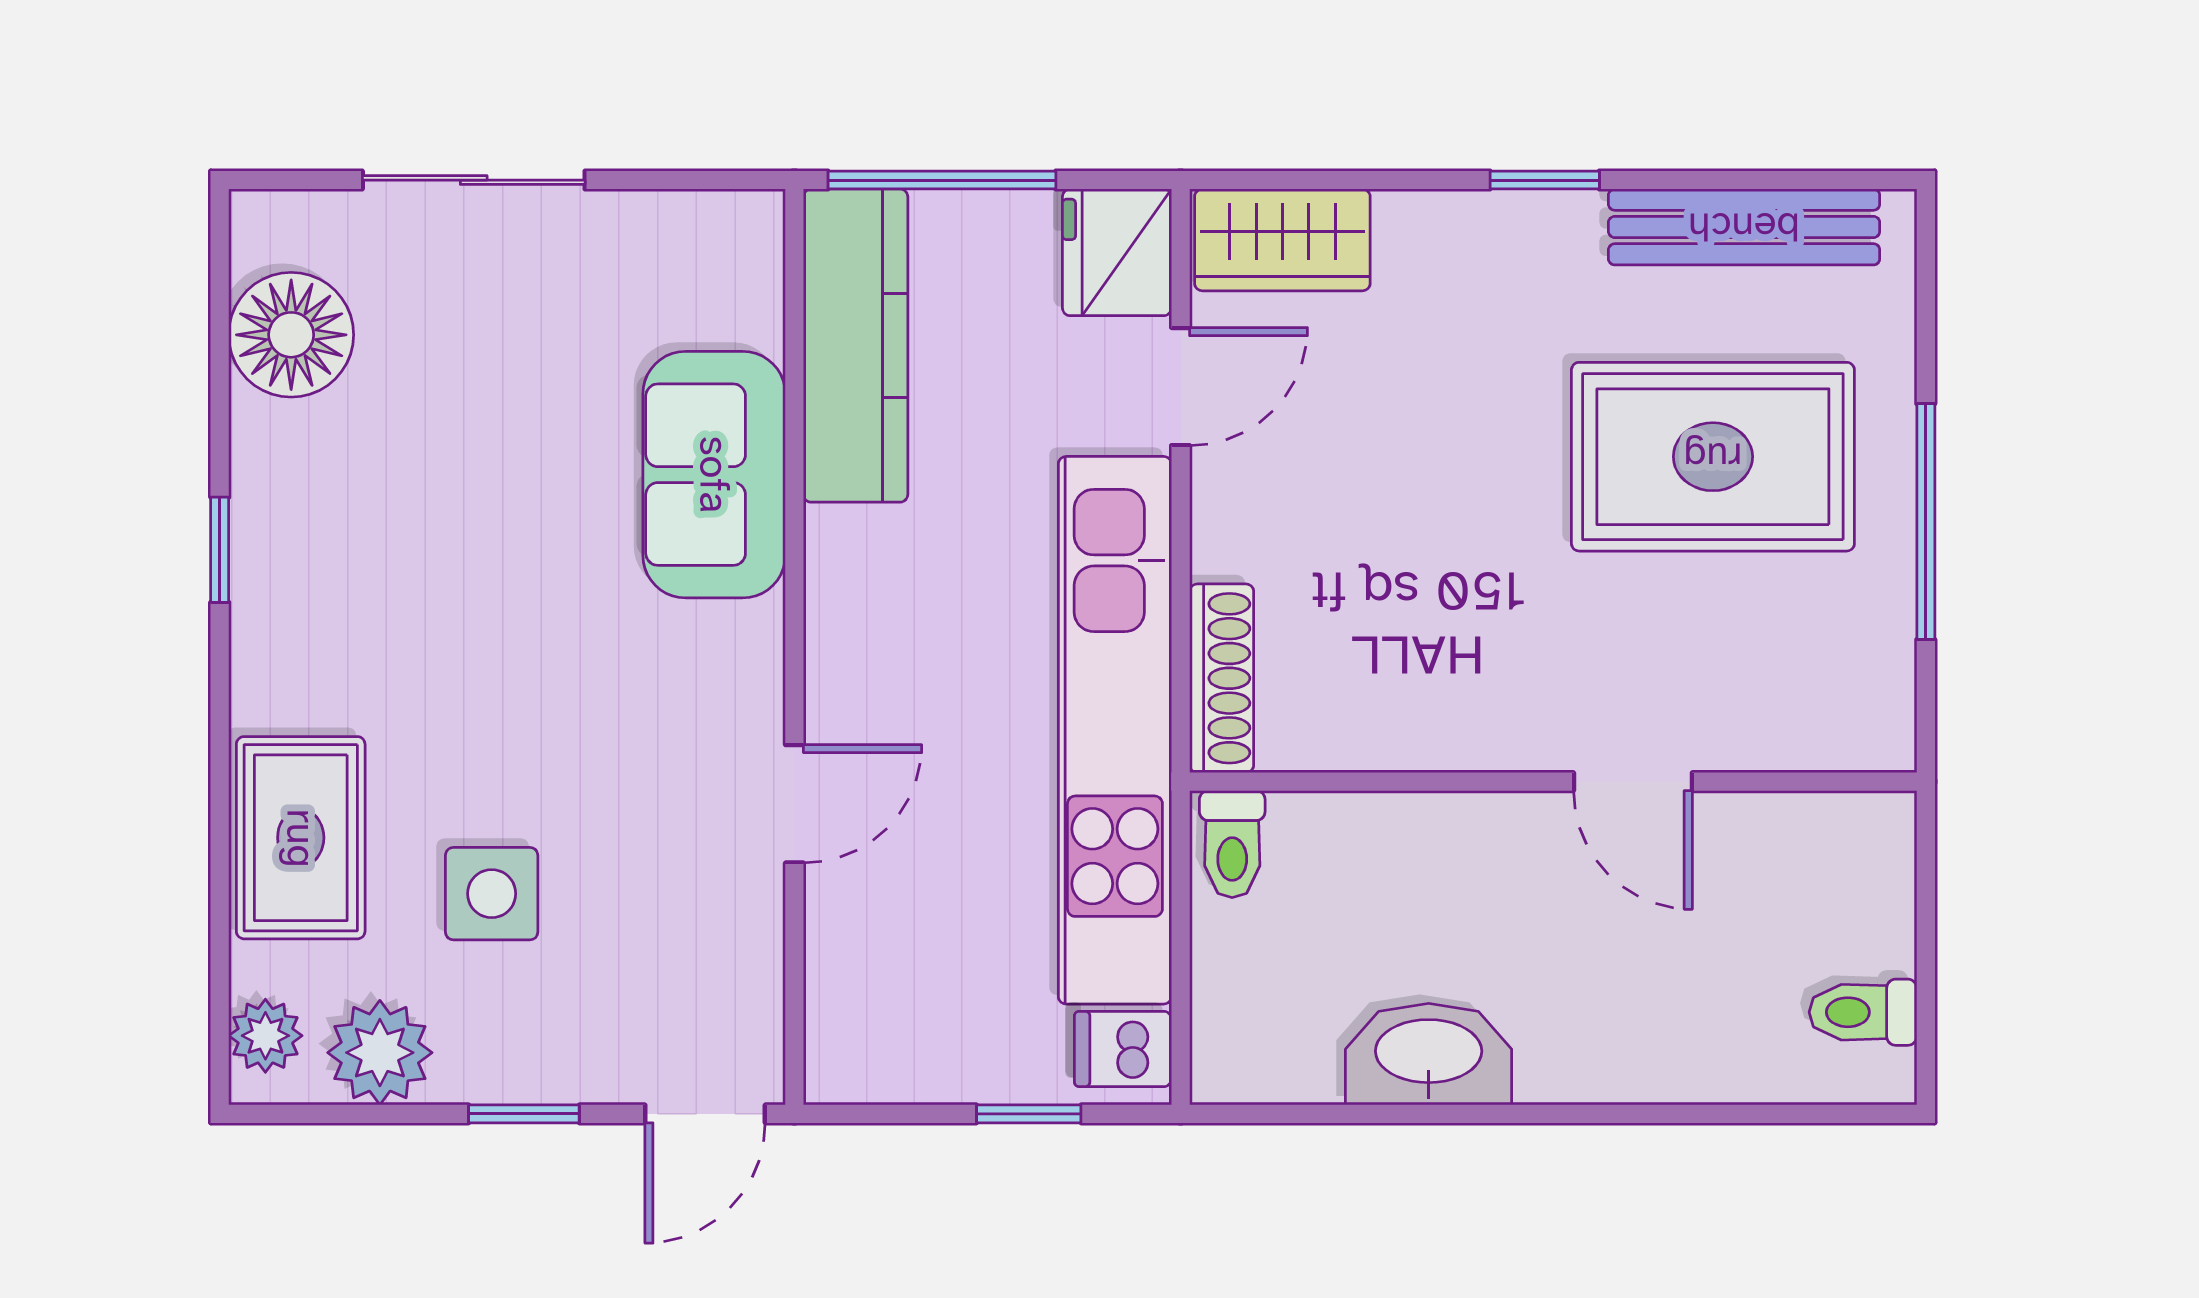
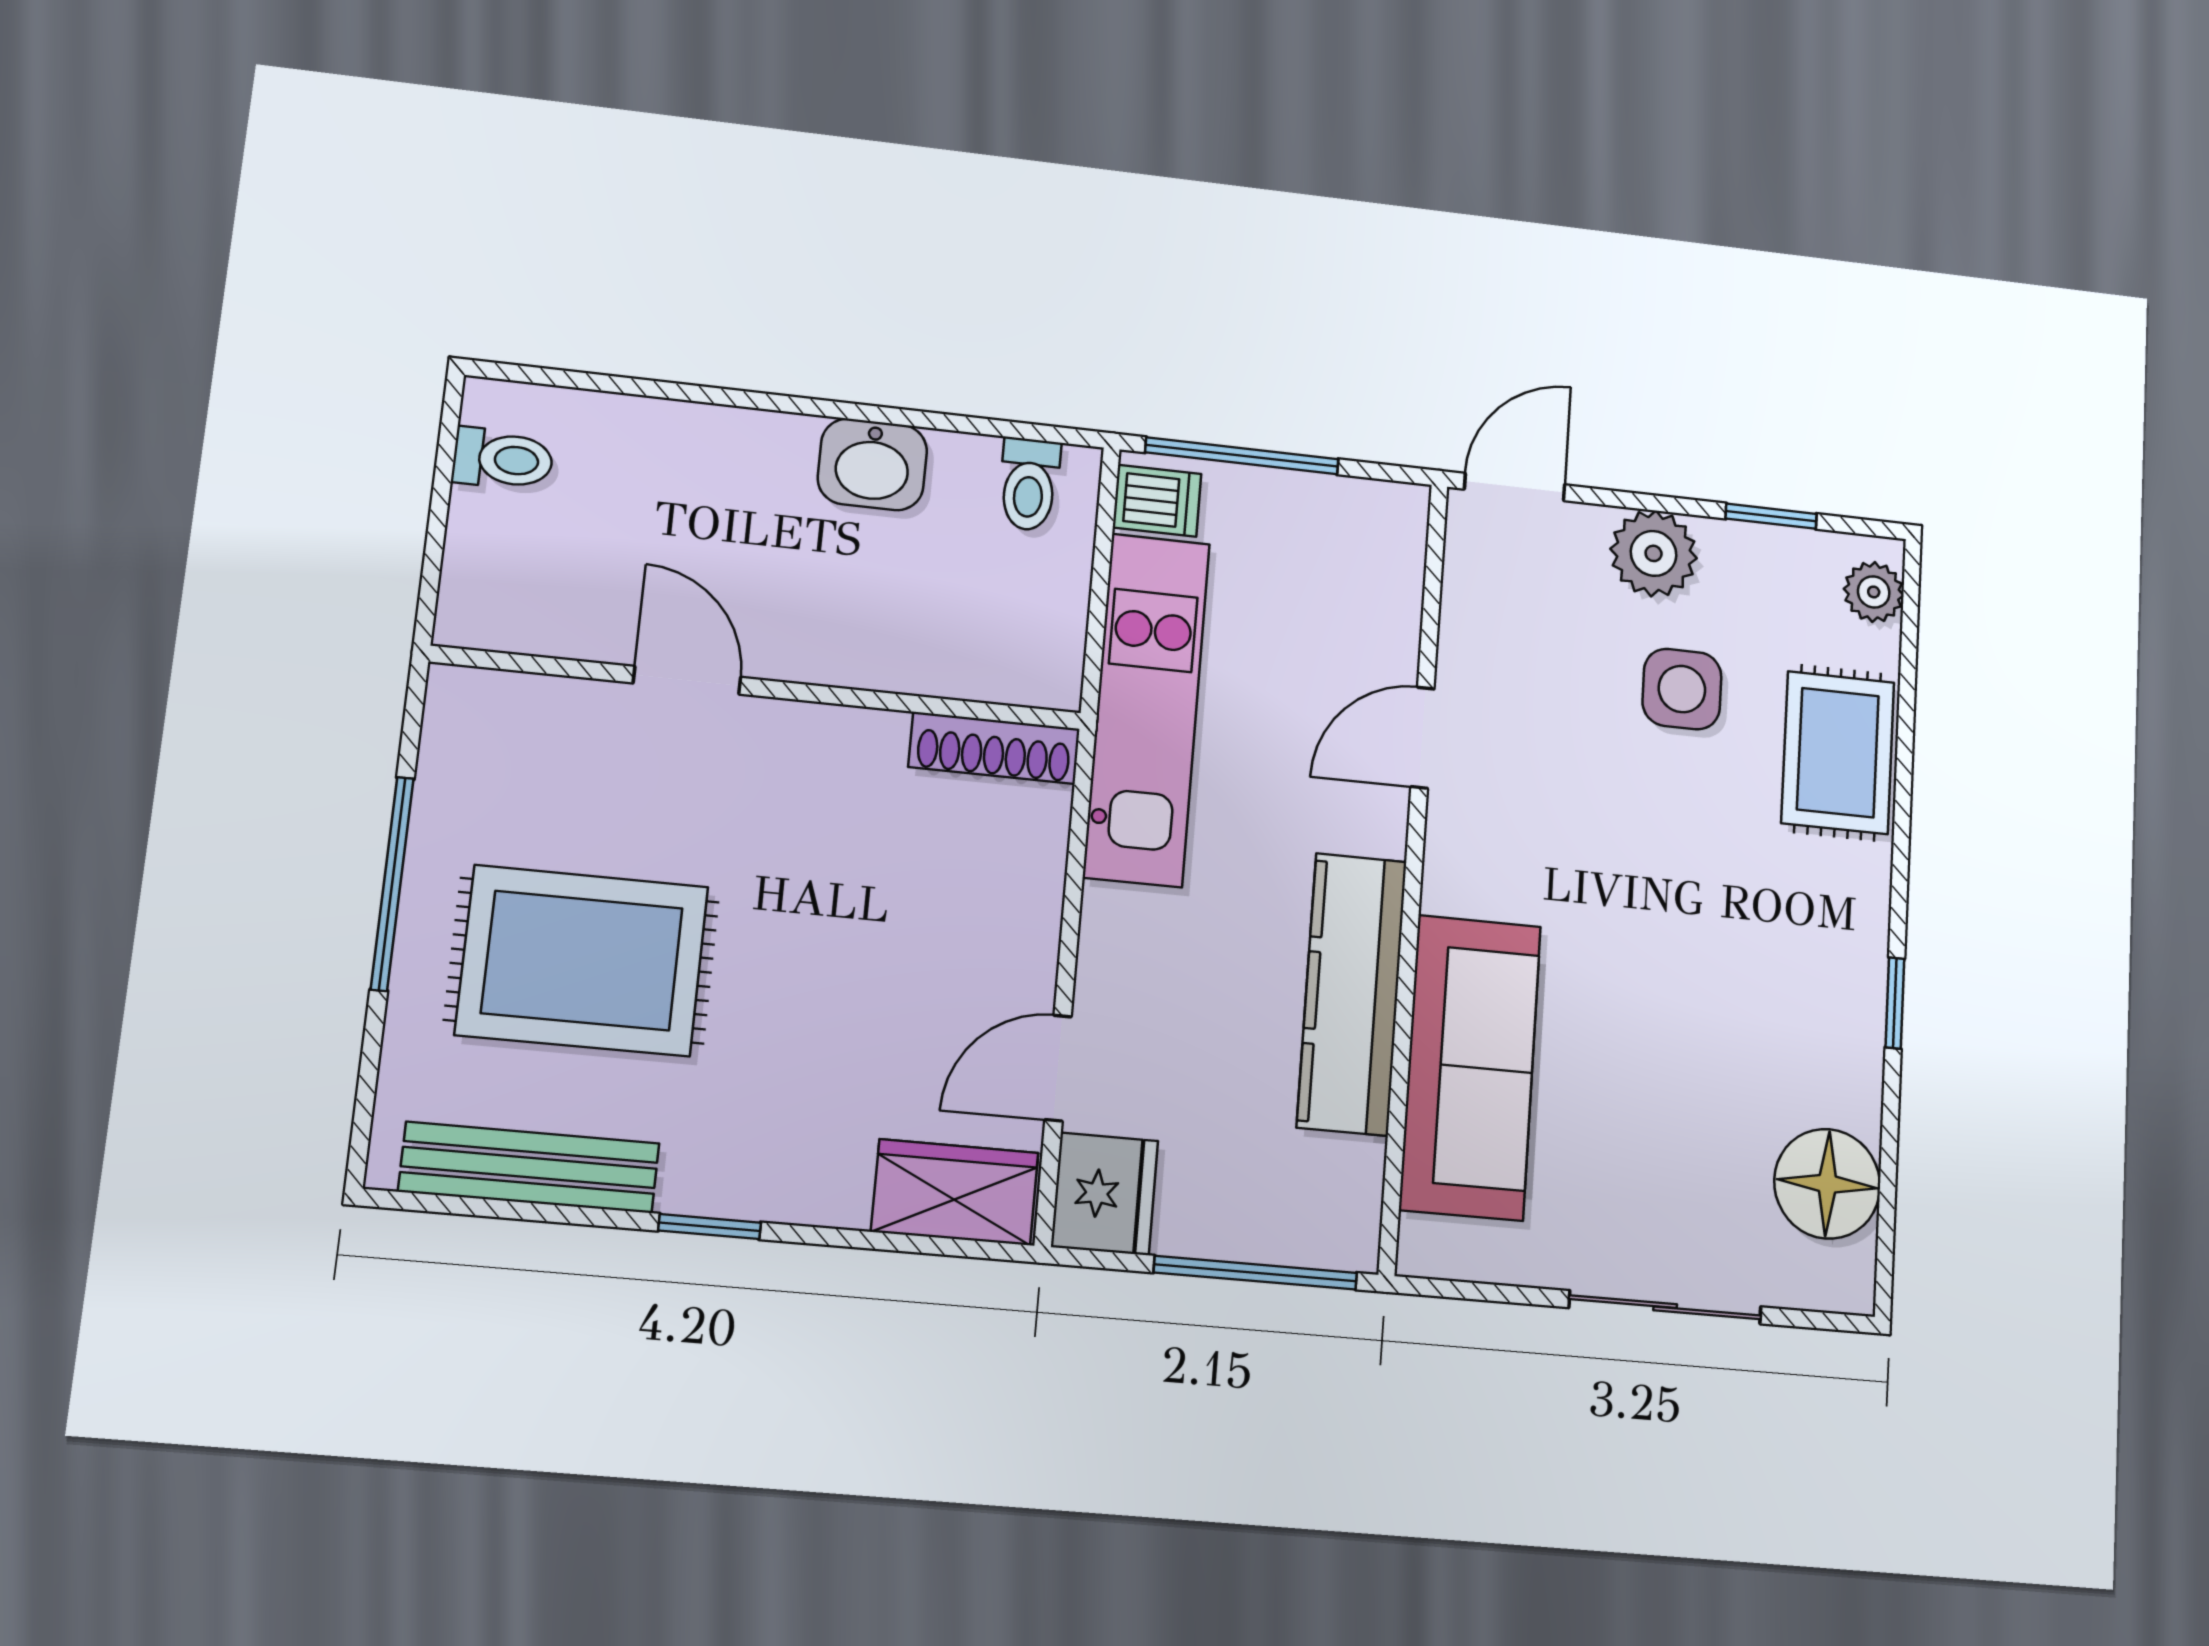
kitchen counter: (856, 346) -> (1352, 994), moved
sofa: (714, 475) -> (1470, 1067), width x1.36
shoe rack: (1222, 678) -> (994, 748), moved, turned -90
kitchen unit: (1115, 730) -> (1147, 709), width x0.73
toilet: (1232, 844) -> (1029, 484), moved, turned 180
plant: (380, 1053) -> (1654, 553), moved
washbasin: (1429, 1054) -> (872, 464), width x0.72
window: (524, 1114) -> (1771, 516), moved
window: (1029, 1114) -> (1242, 456), width x2.17

